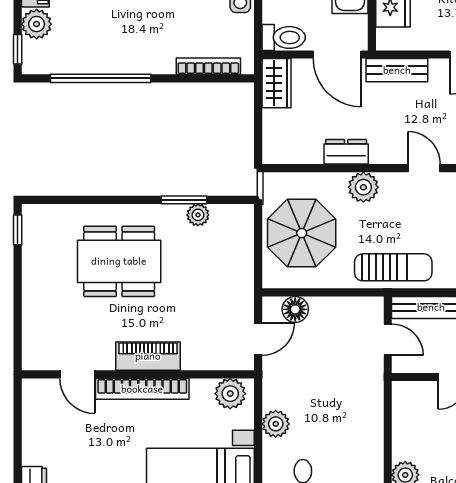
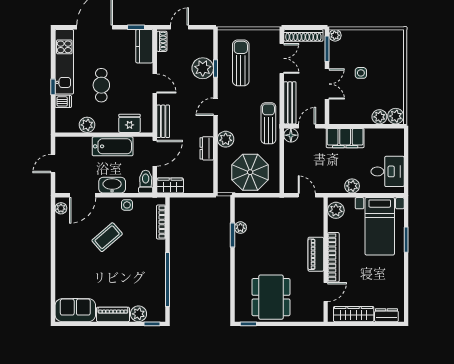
dining table: (119, 261) -> (271, 297), moved
floor lamp: (295, 309) -> (291, 135), moved
filing cabinet: (365, 411) -> (345, 138), added
wardrobe: (36, 427) -> (354, 314), added

